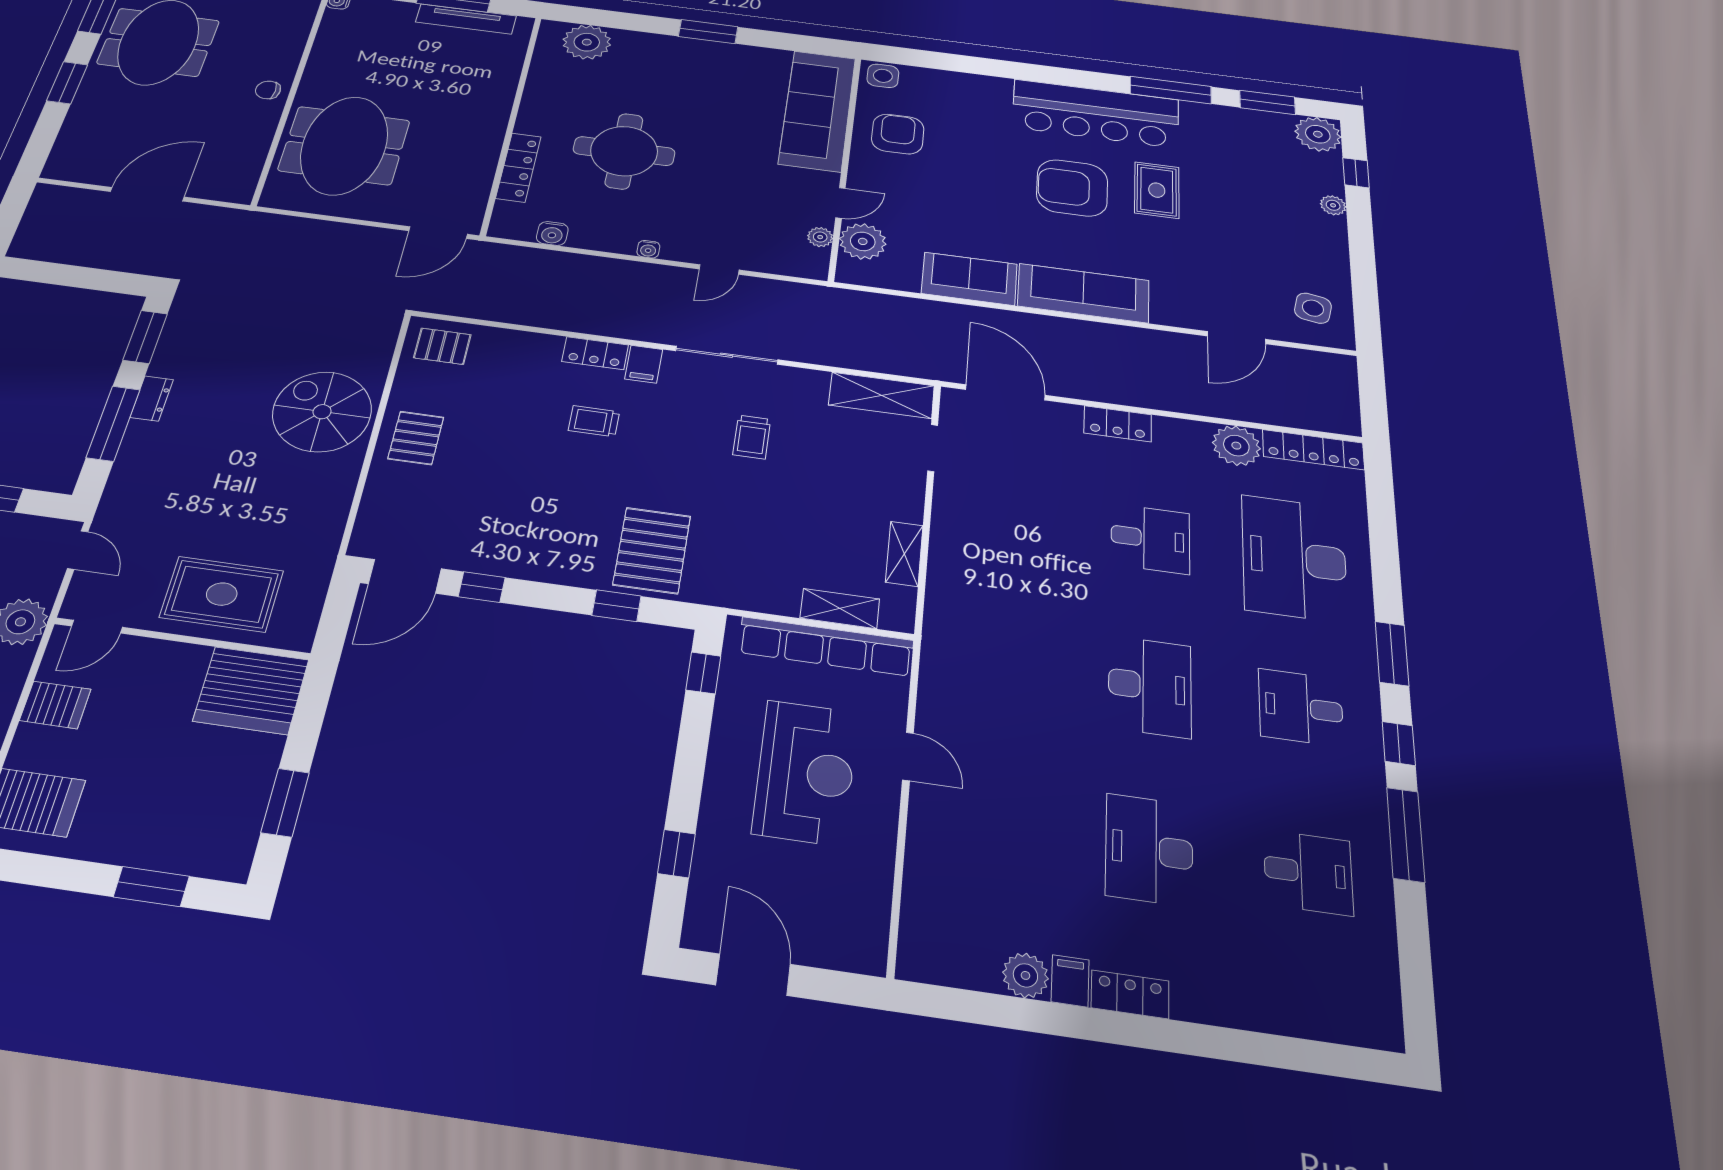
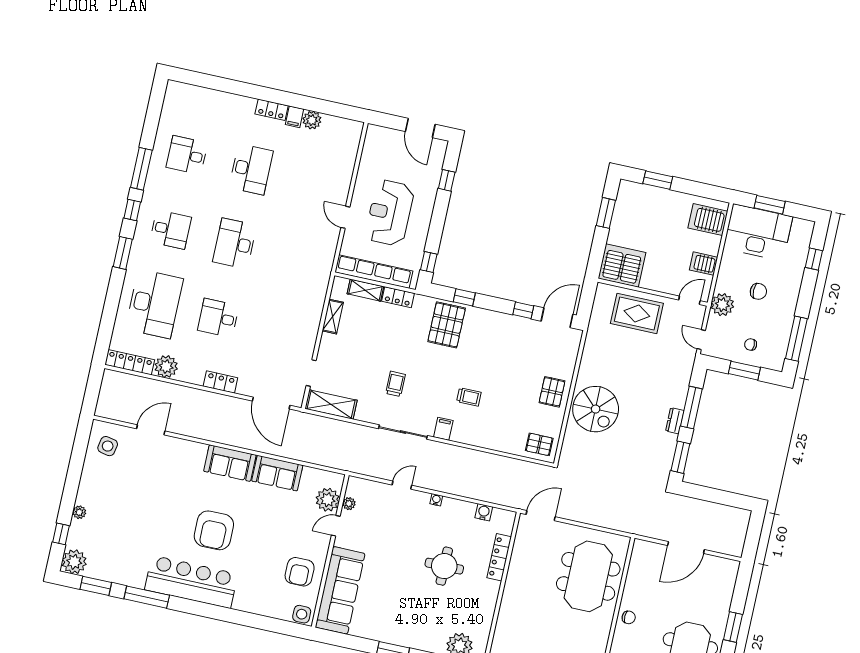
round table: (624, 151) -> (444, 566), width x0.73, depth x0.73
armchair: (1072, 188) -> (214, 530), turned 90
rug: (1157, 190) -> (170, 527), removed
sofa: (1083, 293) -> (230, 463), width x0.73
locker: (595, 353) -> (398, 297), moved, turned 180

